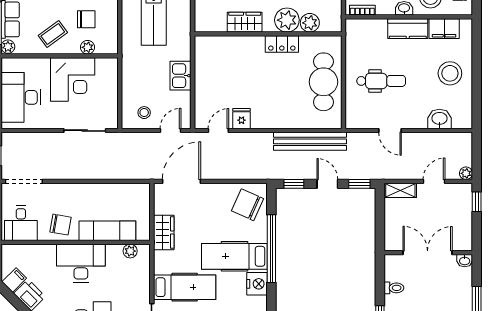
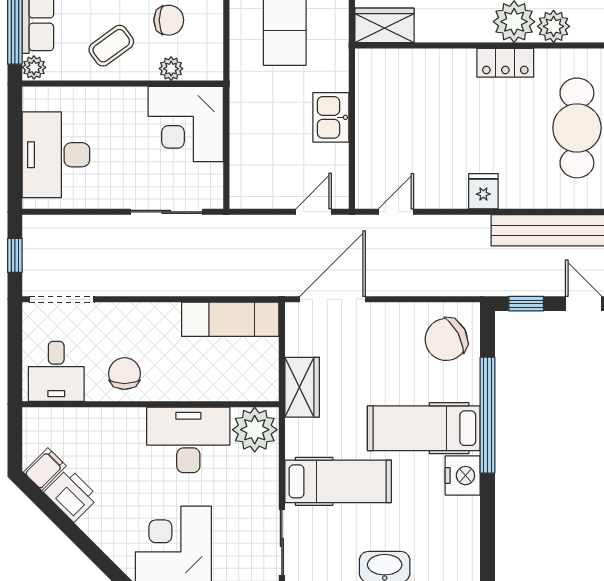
wardrobe: (245, 22) -> (384, 25), moved
corner desk: (73, 80) -> (186, 124), moved, turned 90
stool: (144, 113) -> (268, 181), removed
fridge: (241, 119) -> (483, 191), moved
chair: (247, 205) -> (446, 339), turned -52
chair: (61, 225) -> (124, 374), turned -100
exam couch: (107, 231) -> (230, 319), moved, turned 180
plant: (130, 251) -> (255, 430), width x1.87, depth x1.87
desk: (81, 263) -> (188, 440), moved

